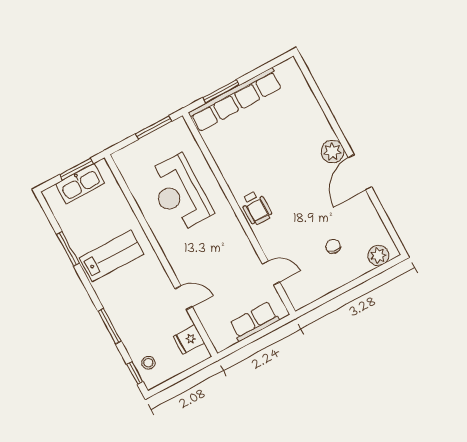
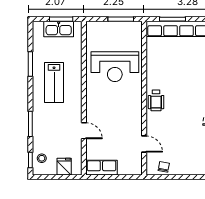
reception desk: (179, 193) -> (115, 67), turned -90
chair: (333, 246) -> (164, 167), moved
lab bench: (111, 256) -> (54, 83), turned 90
row of seats: (254, 321) -> (101, 168), moved
fridge: (189, 340) -> (64, 167), moved, turned 90

